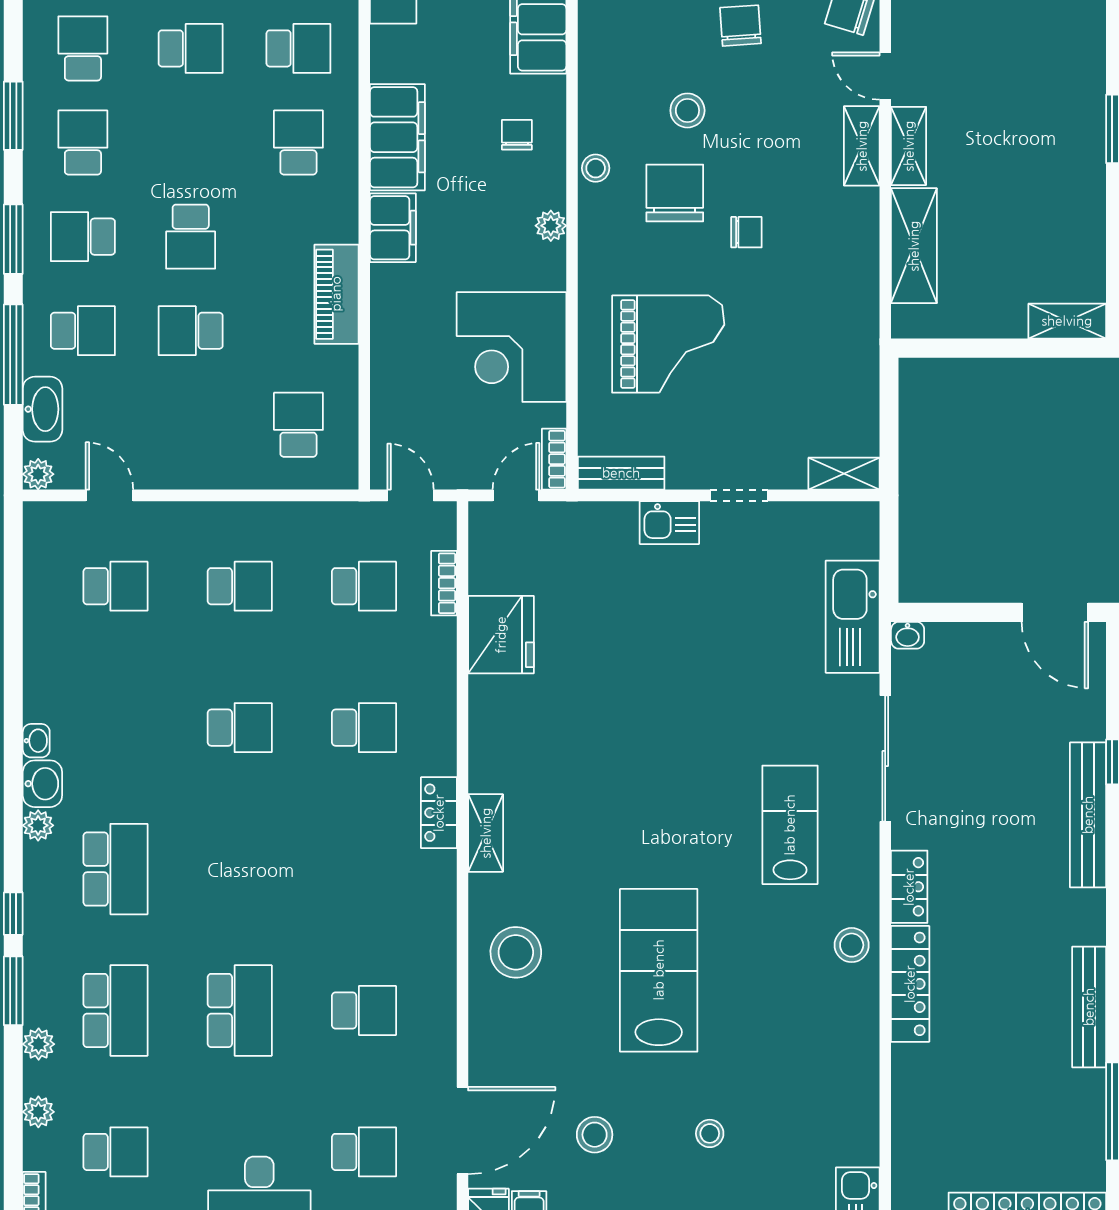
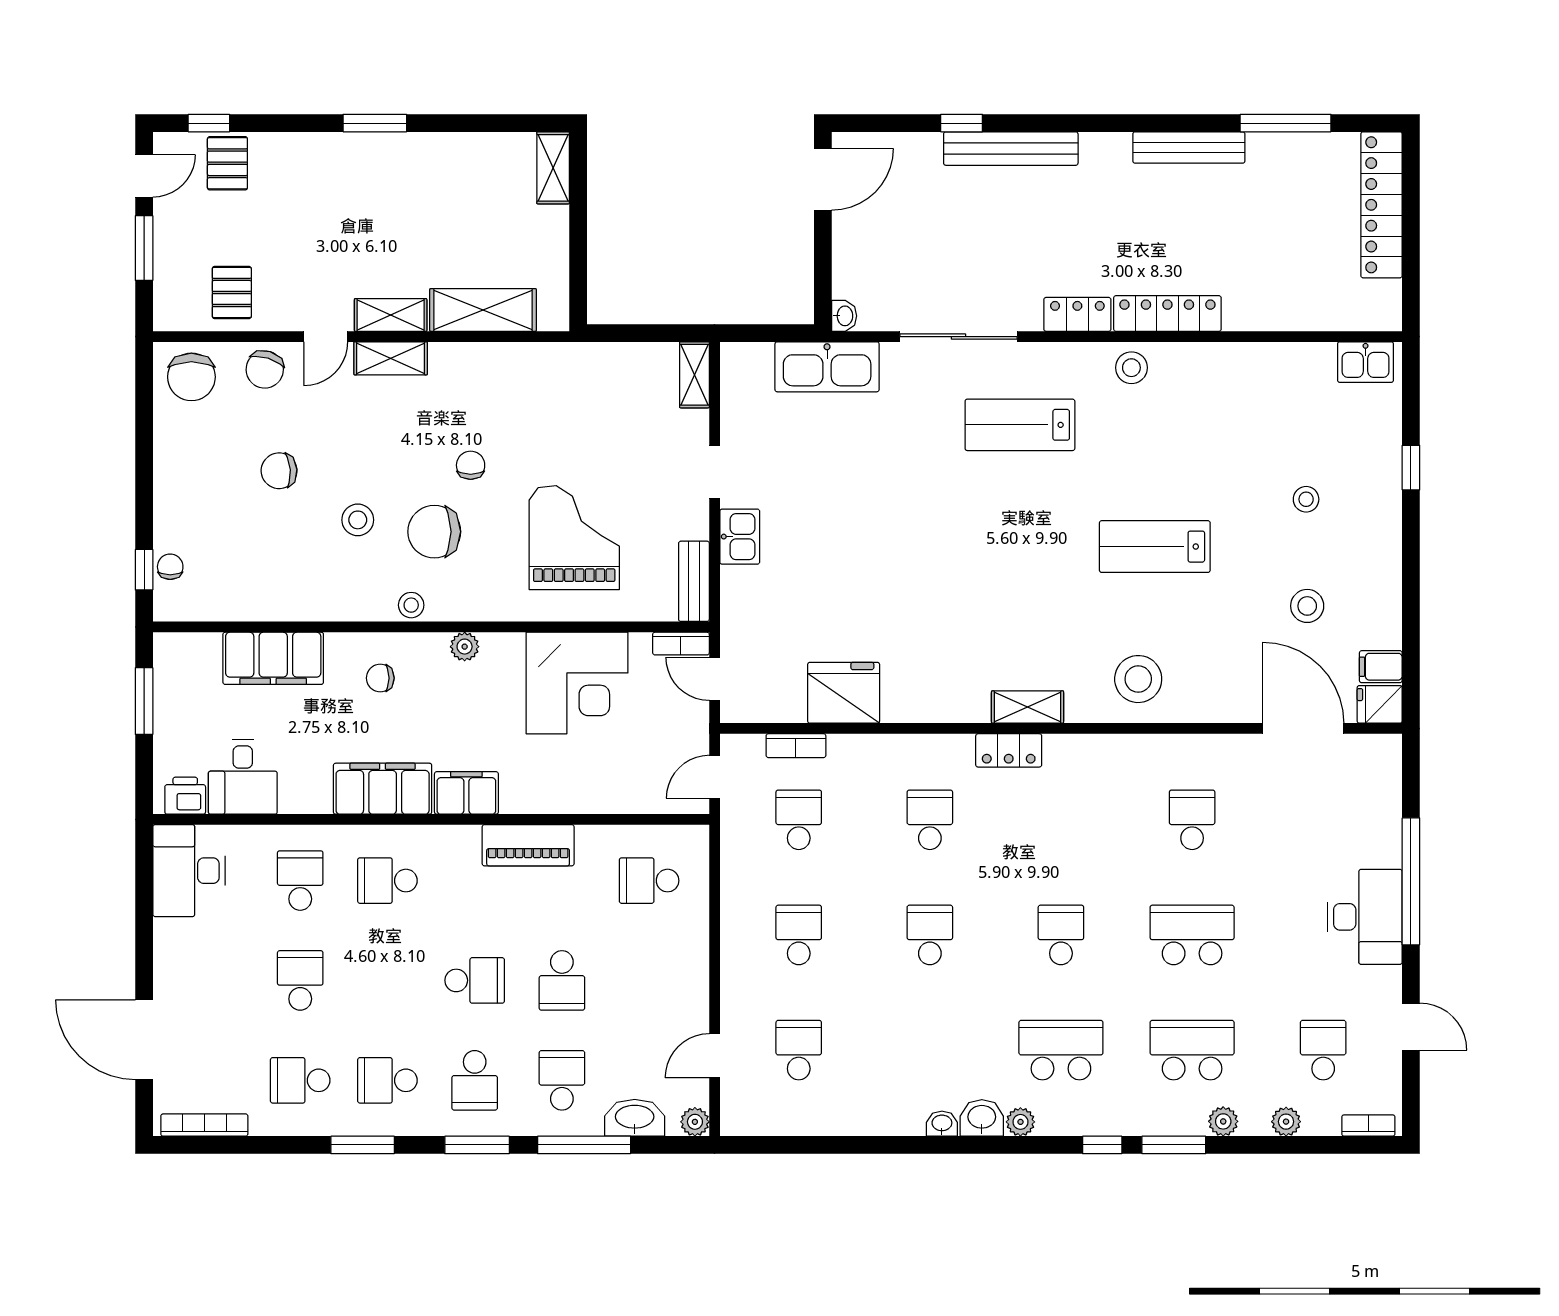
lab bench: (659, 970) -> (1155, 547), width x0.73, depth x0.72
school desk: (364, 1152) -> (1061, 935), moved

